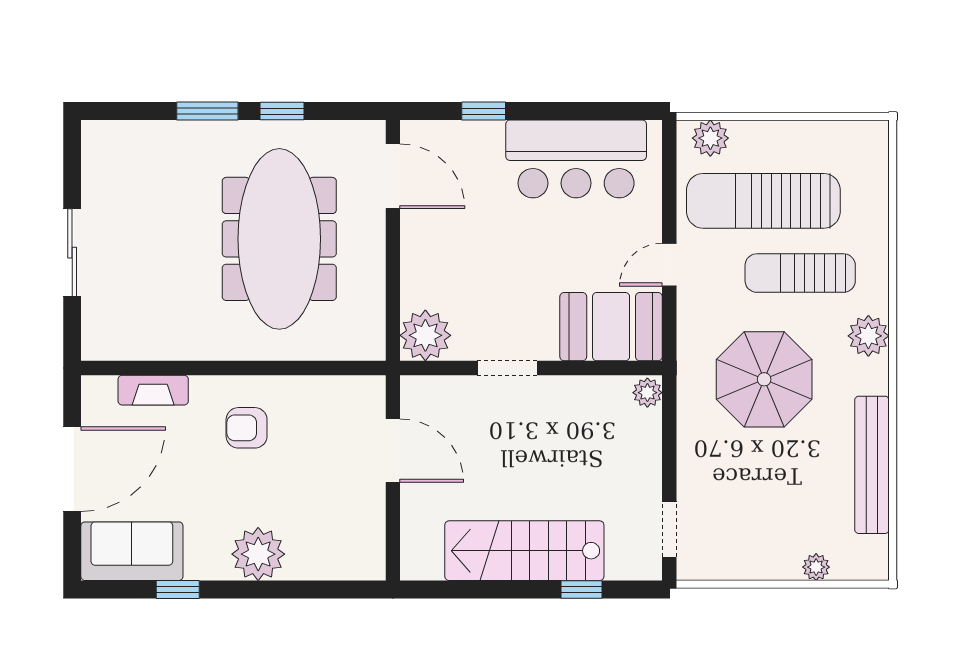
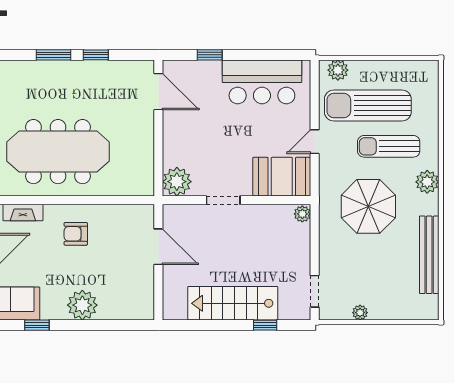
meeting table: (279, 239) -> (58, 152), moved, turned 90
plant: (816, 567) -> (360, 313), moved

